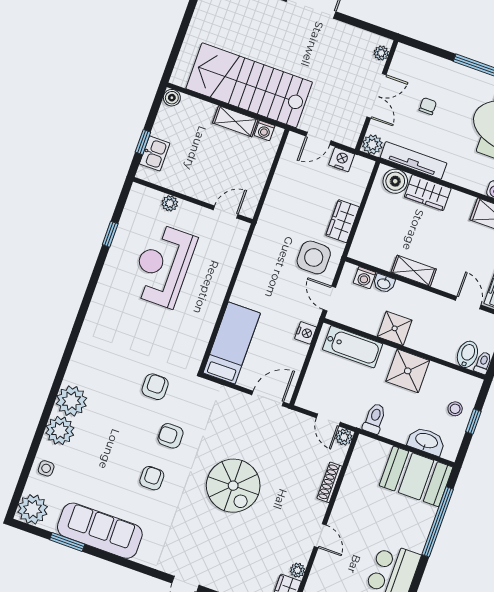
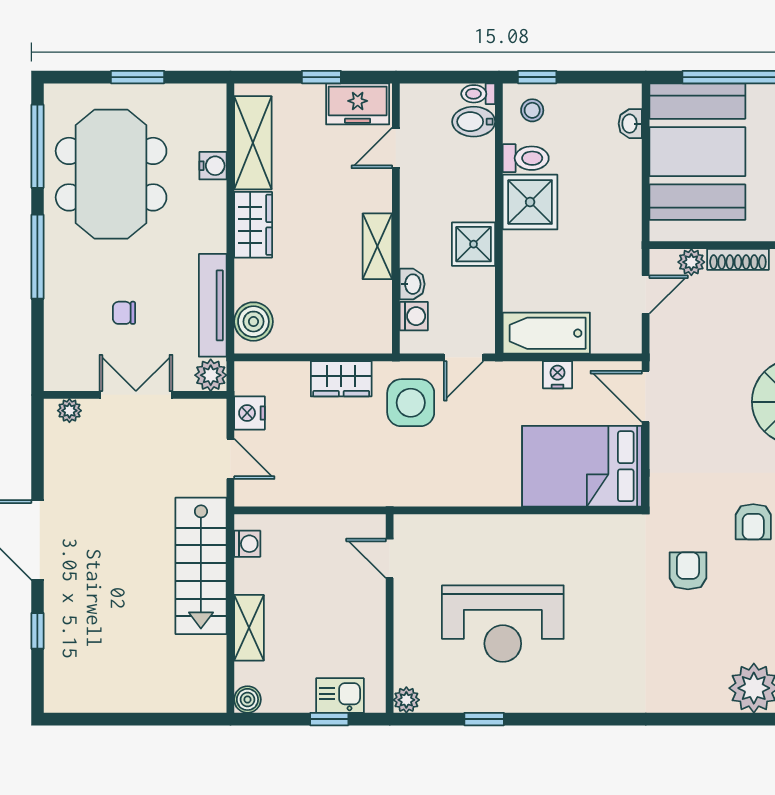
stairs: (249, 85) -> (201, 566), width x0.73, depth x0.66
shelving: (235, 121) -> (249, 628), moved
wardrobe: (428, 193) -> (253, 225), moved
plant: (170, 203) -> (406, 700), moved
nightstand: (306, 333) -> (558, 375), moved
bed: (232, 343) -> (582, 466), width x1.50
bathtub: (353, 347) -> (546, 333), moved, turned -90
armchair: (155, 387) -> (688, 571), turned 90
stool: (455, 409) -> (532, 110), moved
toilet: (374, 419) -> (526, 158), moved, turned 180
window: (473, 421) -> (537, 77), moved
plant: (344, 437) -> (691, 262), moved
washbasin: (426, 441) -> (630, 124), width x0.52, depth x0.69
booth: (416, 476) -> (697, 152), width x1.36, depth x1.42

